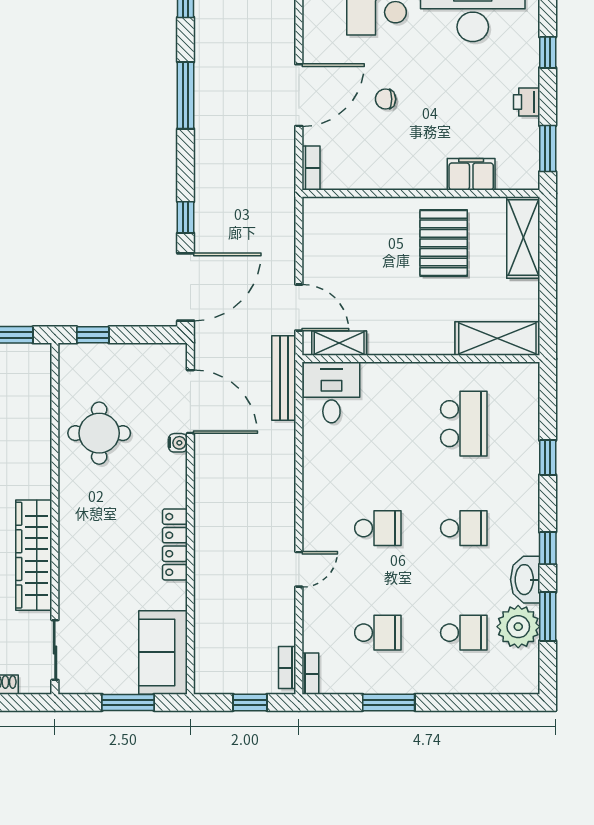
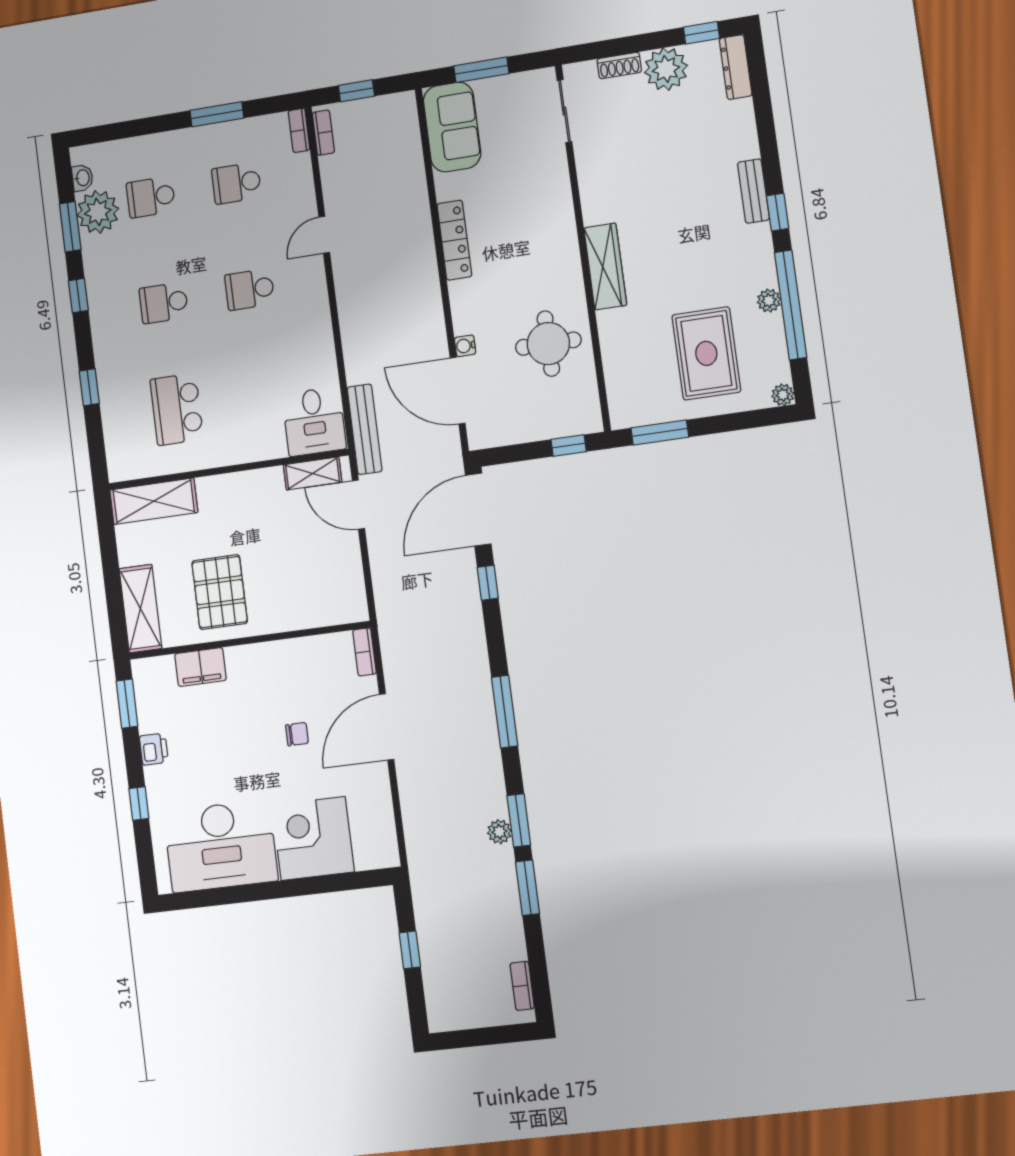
wardrobe: (34, 555) -> (605, 266), moved, width x0.71, depth x0.85
washbasin: (525, 580) -> (82, 178), moved, width x0.52, depth x0.69

